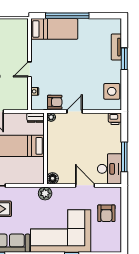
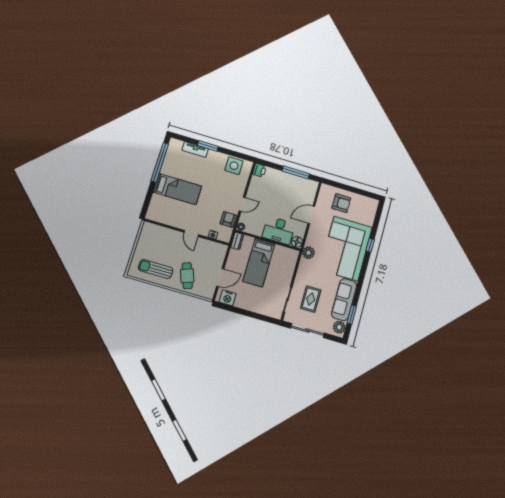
window: (67, 16) -> (160, 162), moved
bed: (54, 29) -> (177, 189), moved, turned 90
door: (75, 112) -> (242, 204), swing flipped
desk: (109, 169) -> (279, 230), moved, turned 180

